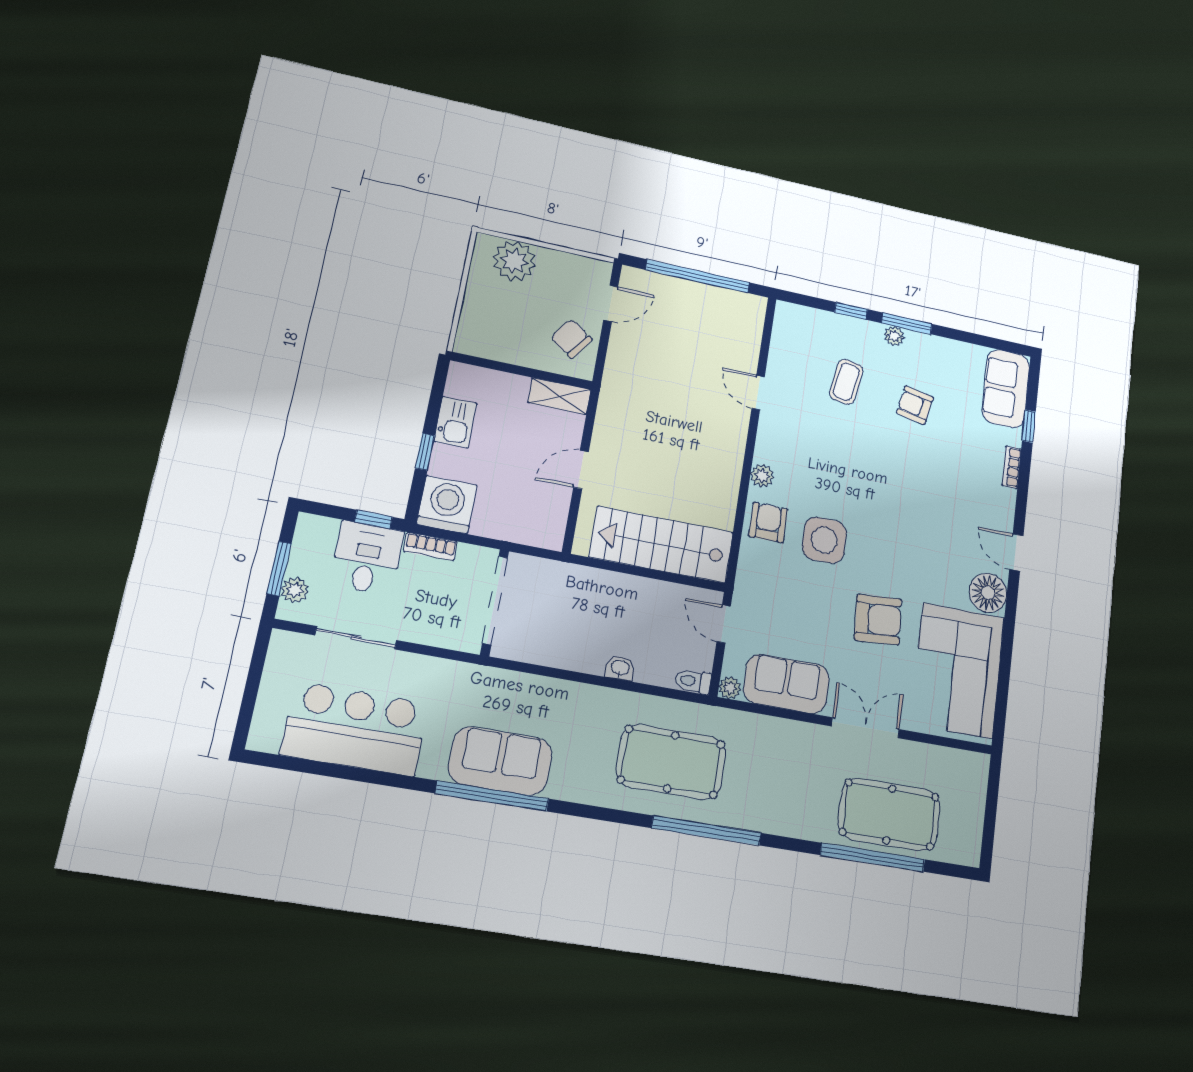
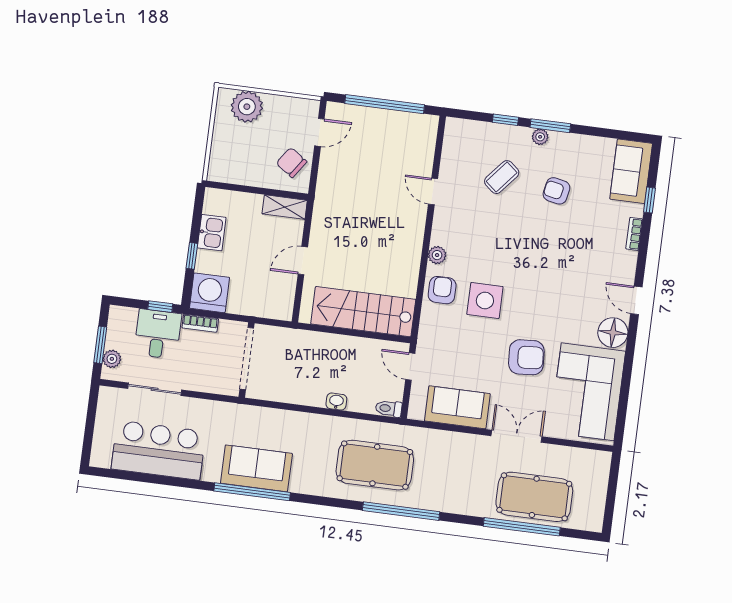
coffee table: (846, 382) -> (502, 177), turned 31
plant: (730, 688) -> (416, 412), removed

